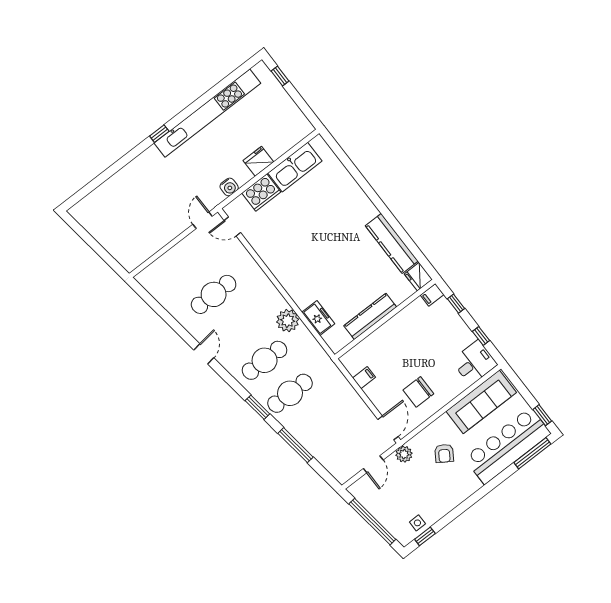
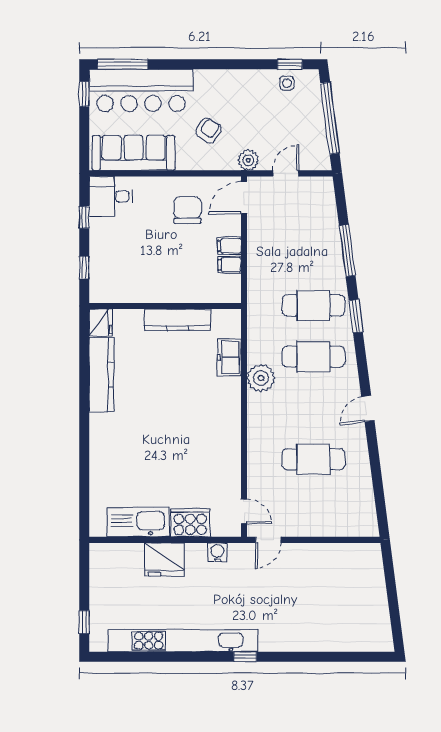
fridge: (258, 161) -> (164, 559), width x1.36, depth x1.34
filing cabinet: (432, 295) -> (229, 246), moved, turned 180
chair: (418, 392) -> (187, 210), turned -90

